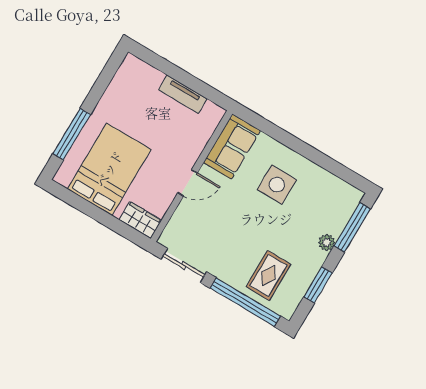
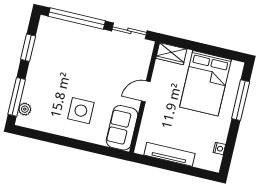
nightstand: (118, 82) -> (219, 148), added
tv unit: (183, 94) -> (170, 154), width x1.41
plant: (327, 243) -> (25, 109), moved
rug: (268, 276) -> (66, 43), removed

